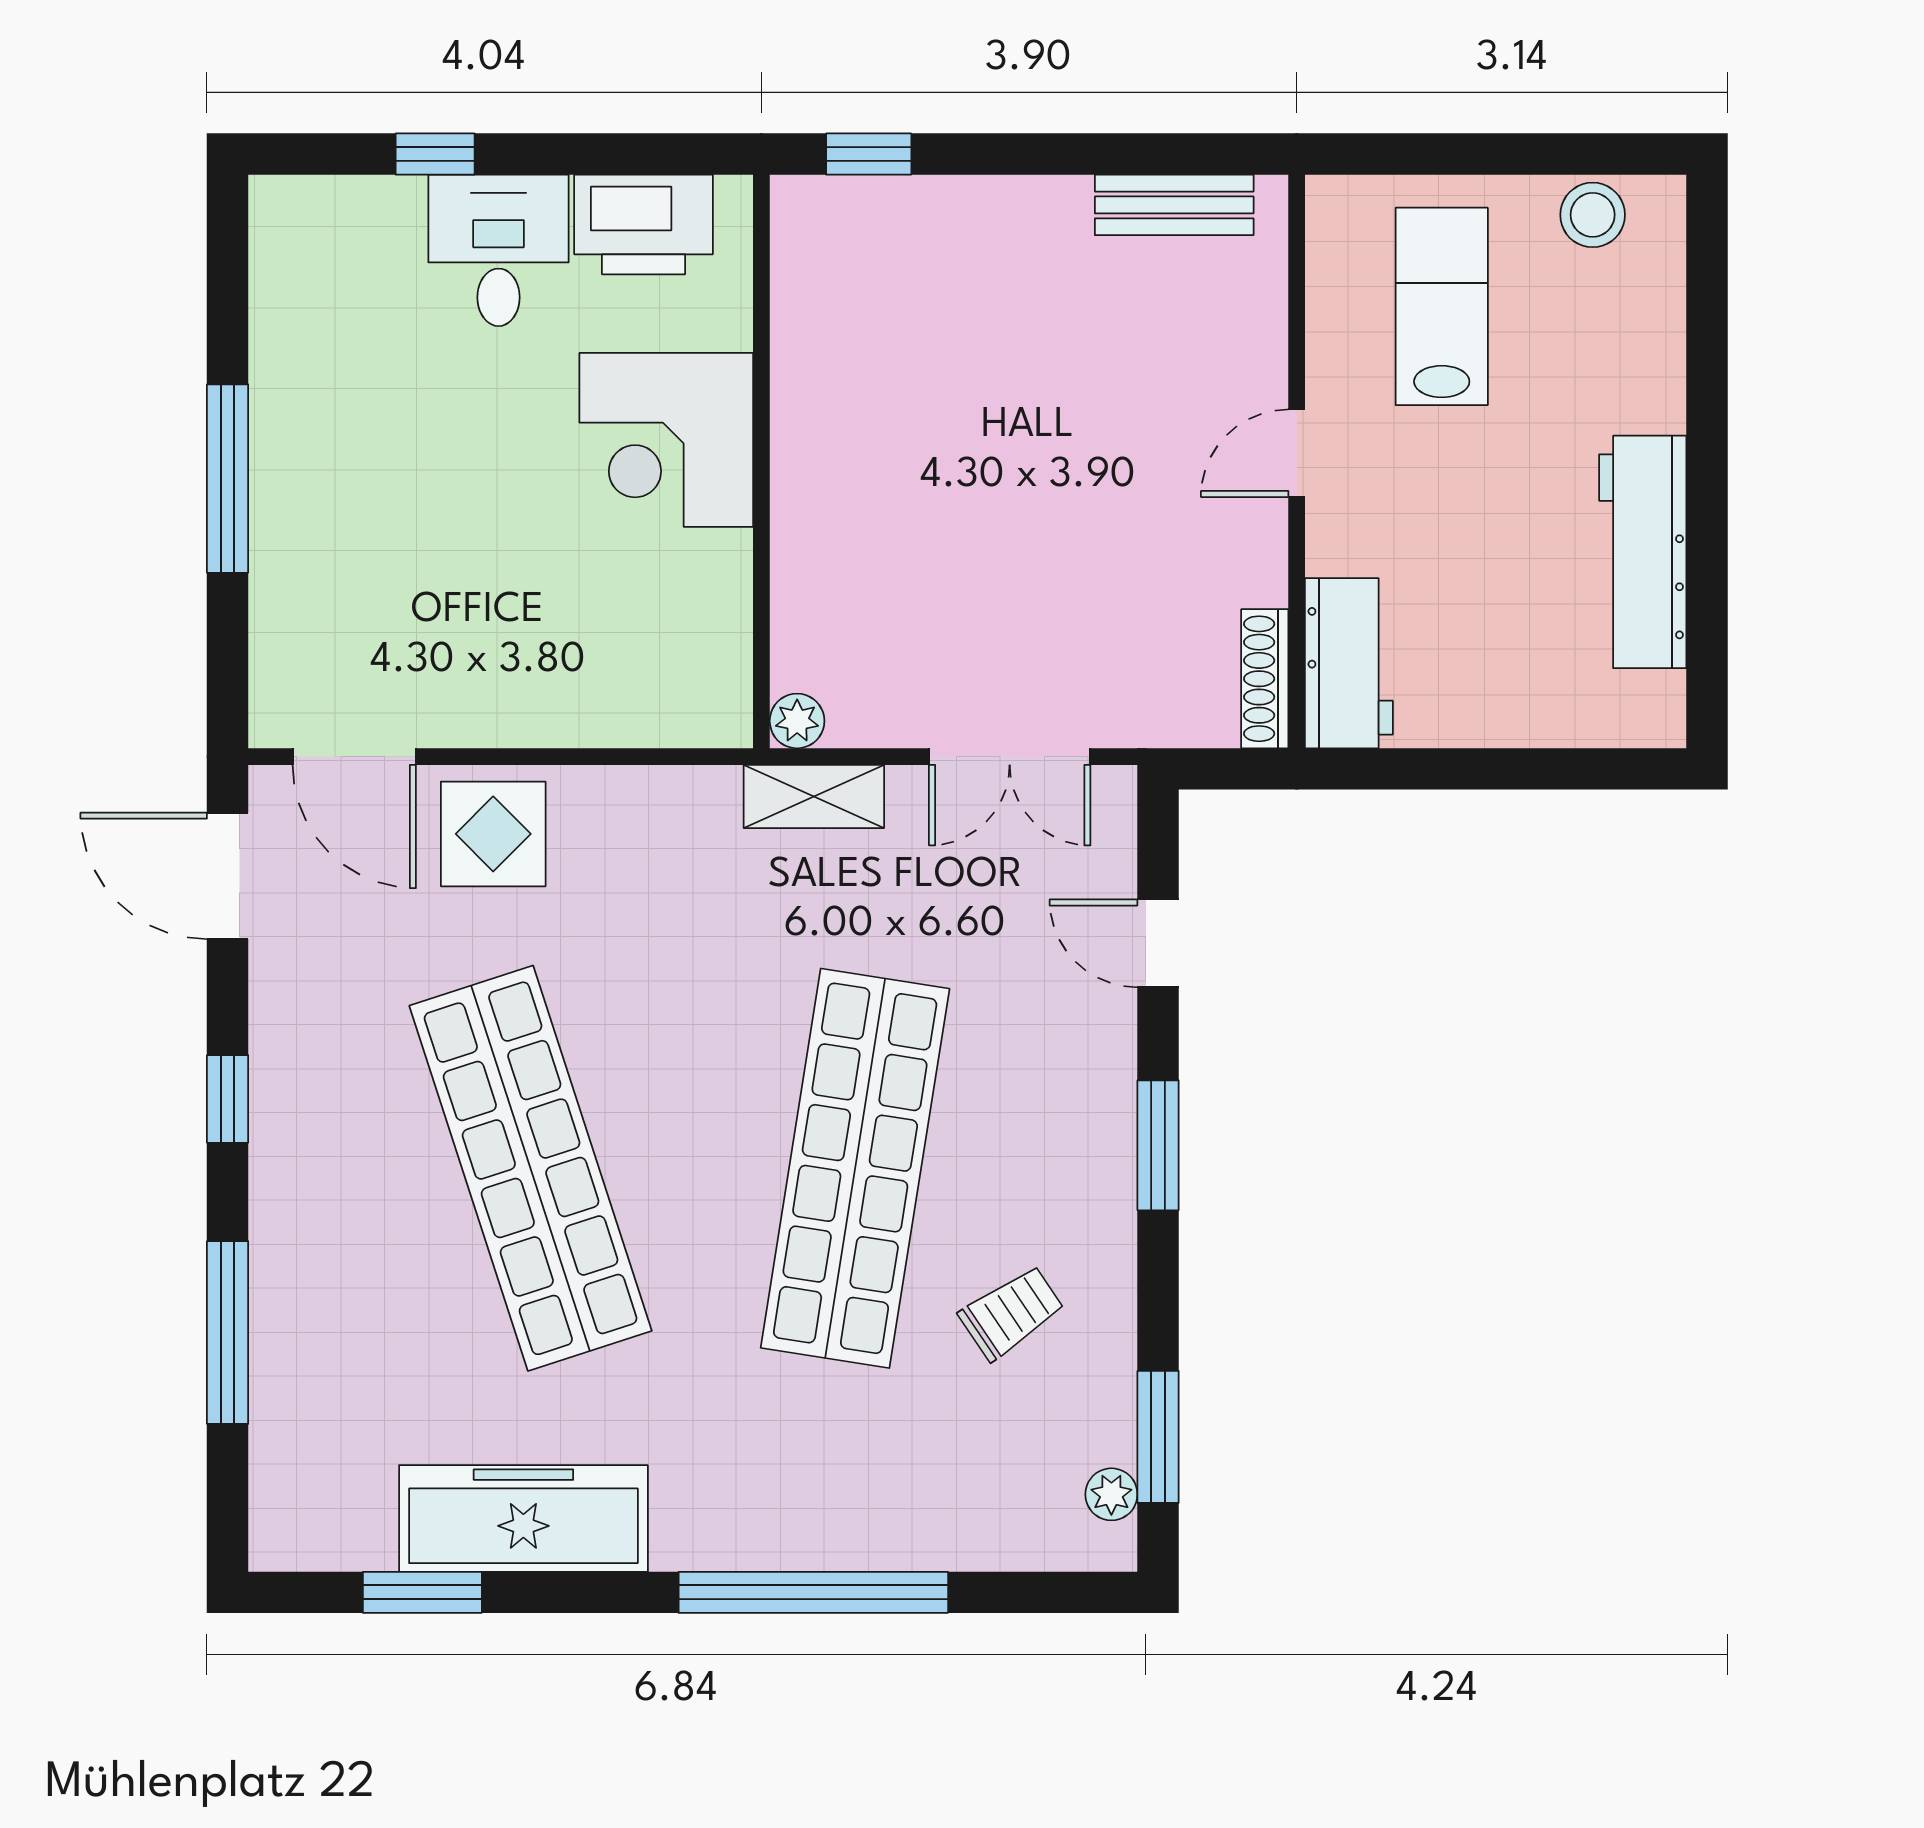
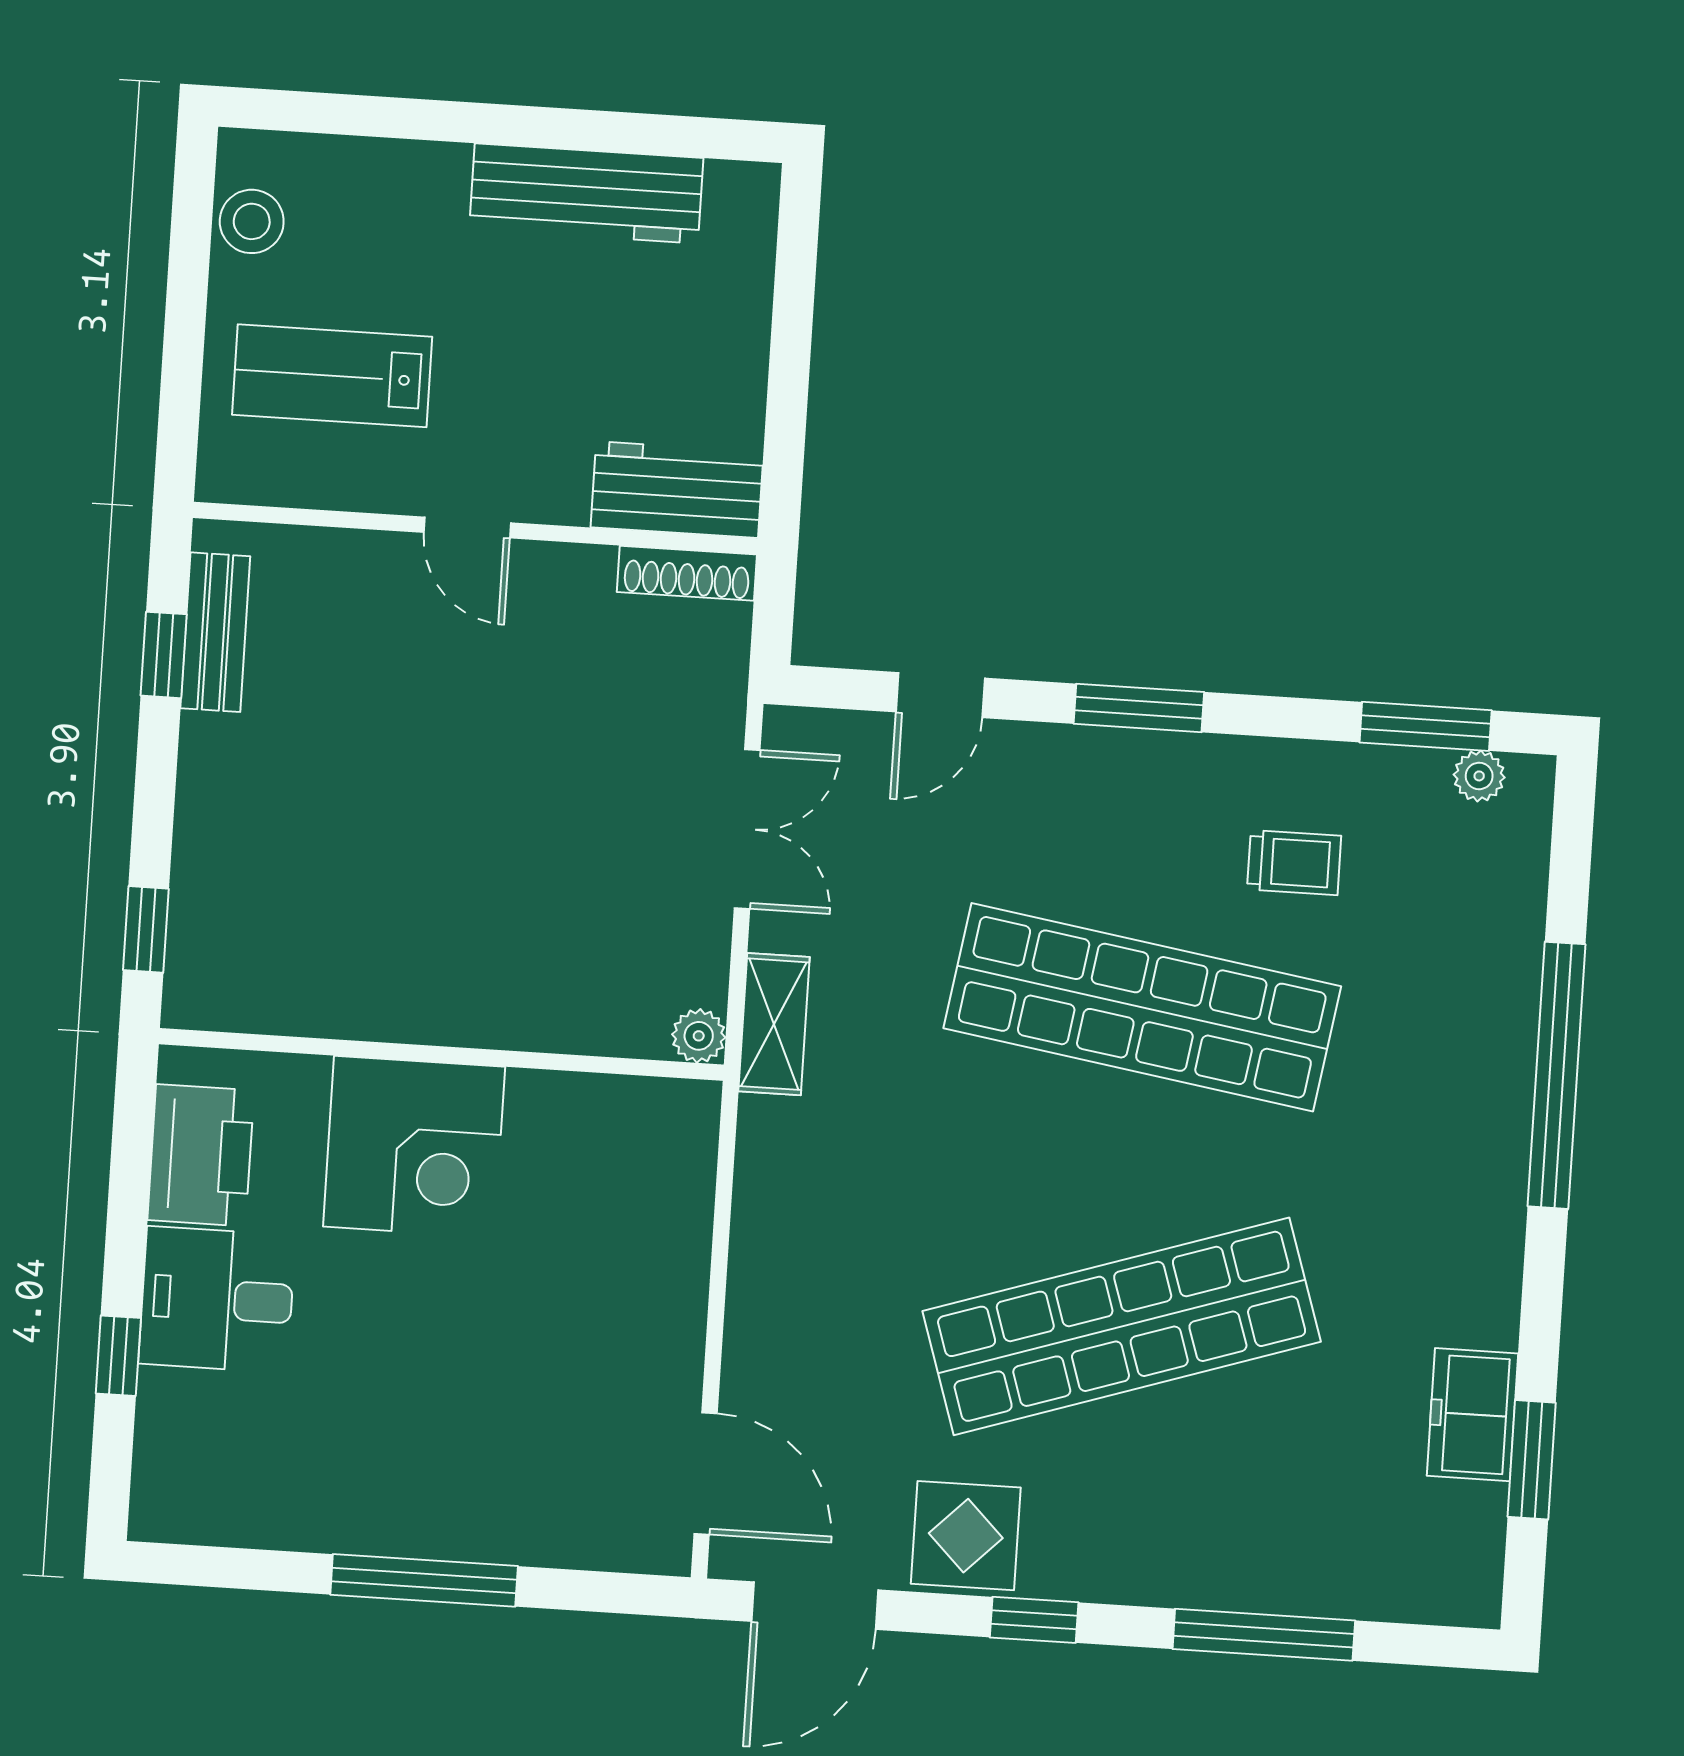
window: (1148, 154) -> (164, 655), added
door: (354, 757) -> (706, 1473), hinge flipped
display table: (493, 834) -> (966, 1536), moved
trolley: (1011, 1313) -> (1294, 863), turned 124
freezer: (523, 1518) -> (1473, 1415), width x0.52, depth x0.79

